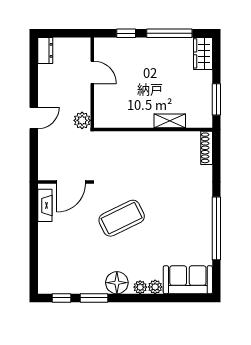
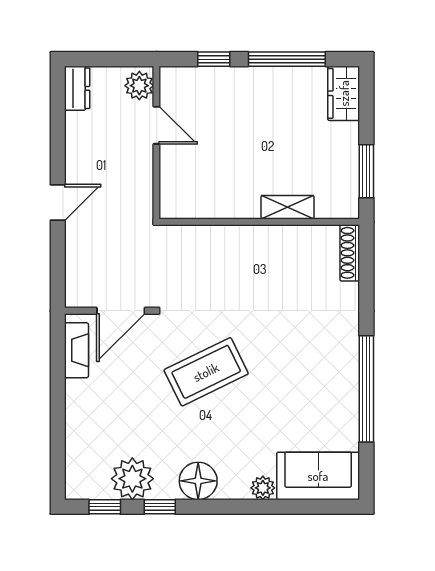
plant: (82, 120) -> (139, 86), moved
plant: (140, 287) -> (132, 479), moved, width x1.88, depth x1.88
window: (94, 298) -> (160, 507), width x0.67

